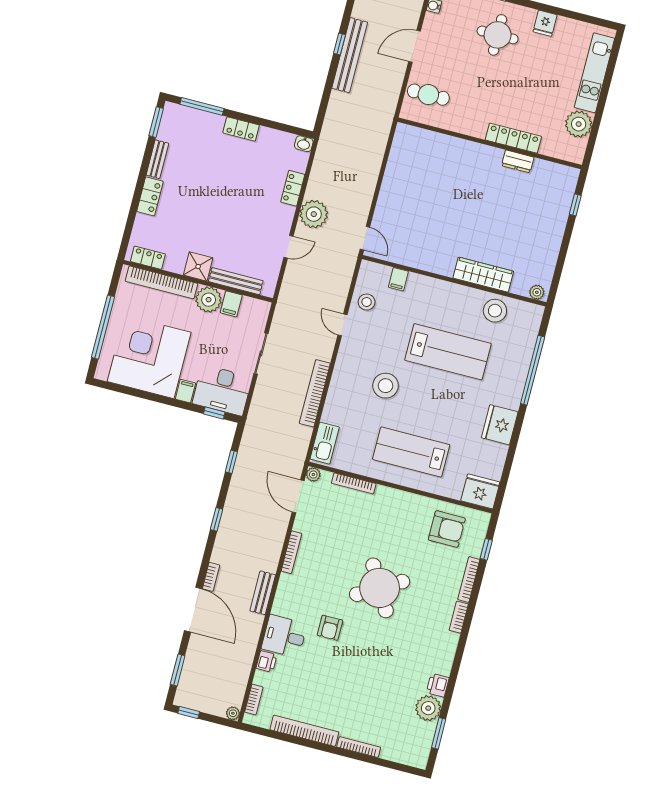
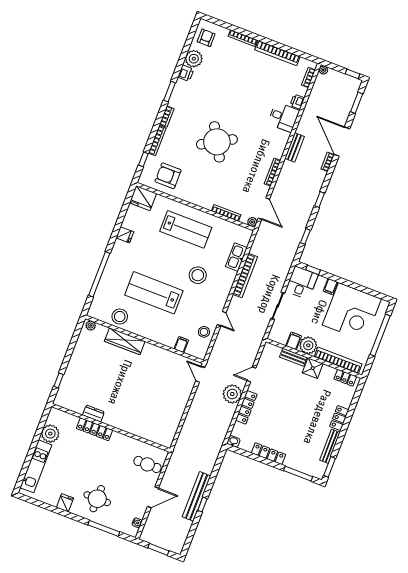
locker: (241, 129) -> (268, 454), width x1.53
bench: (157, 159) -> (330, 446), width x1.36
locker: (293, 188) -> (246, 407), width x1.53
bench: (236, 281) -> (293, 357), width x0.73
desk: (222, 390) -> (302, 283), width x0.73
fridge: (500, 425) -> (125, 235), width x0.53, depth x0.75
kitchen sink: (325, 443) -> (236, 257), moved
armchair: (330, 628) -> (206, 38), moved
window: (439, 733) -> (169, 92), moved

